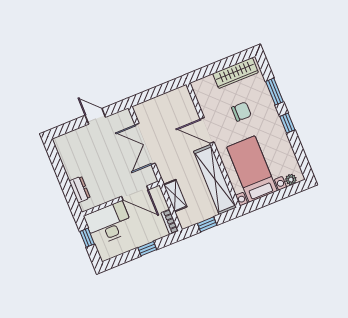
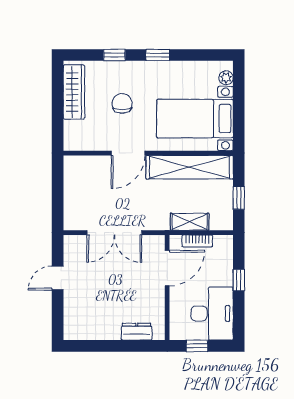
window: (274, 92) -> (114, 55), width x0.67
bookcase: (170, 222) -> (197, 241), moved
desk: (109, 223) -> (212, 313), moved, turned 180

